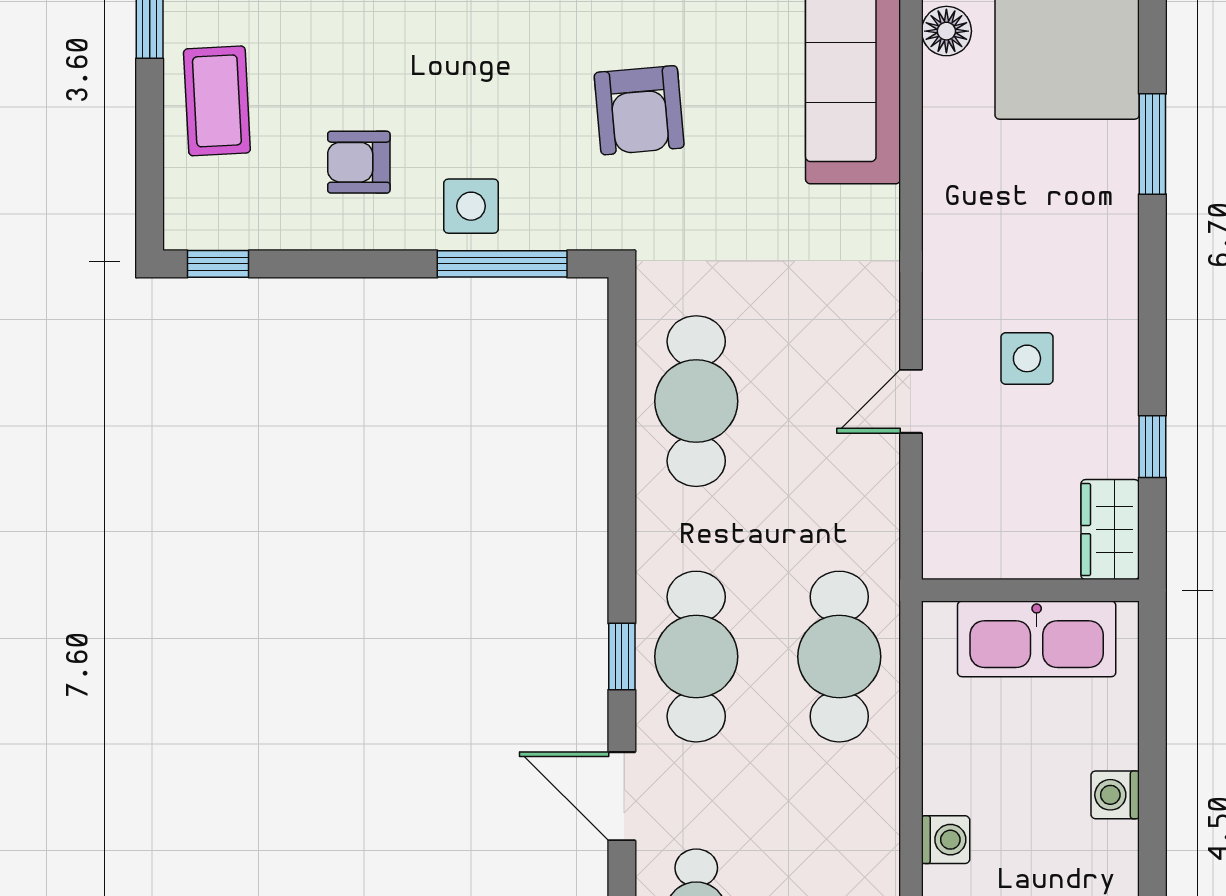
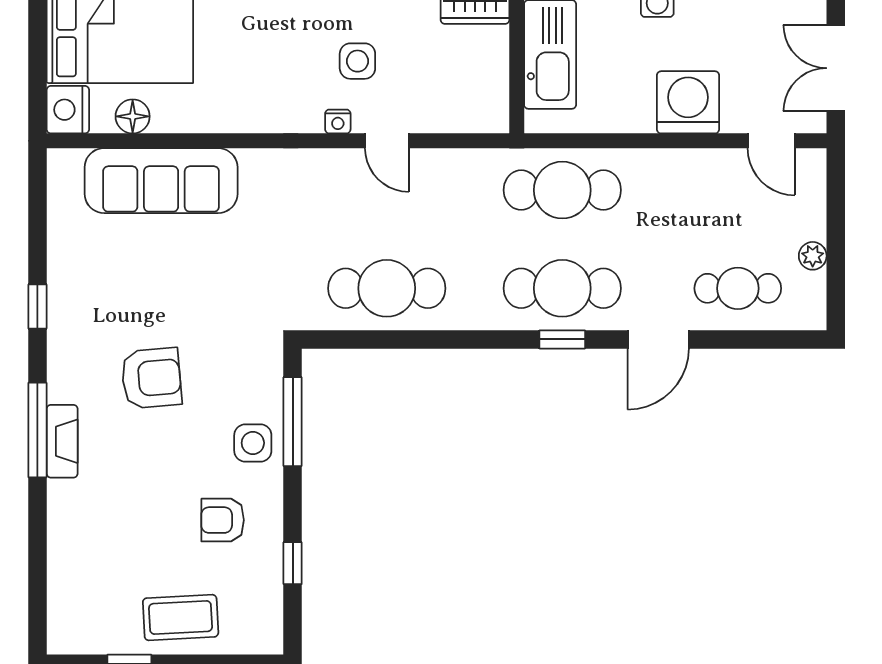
armchair: (639, 110) -> (151, 378), moved
armchair: (359, 162) -> (223, 520), turned 90
window: (218, 264) -> (293, 563), moved
nightstand: (939, 330) -> (338, 121), added
washing machine: (946, 840) -> (688, 102), width x1.89, depth x1.89

